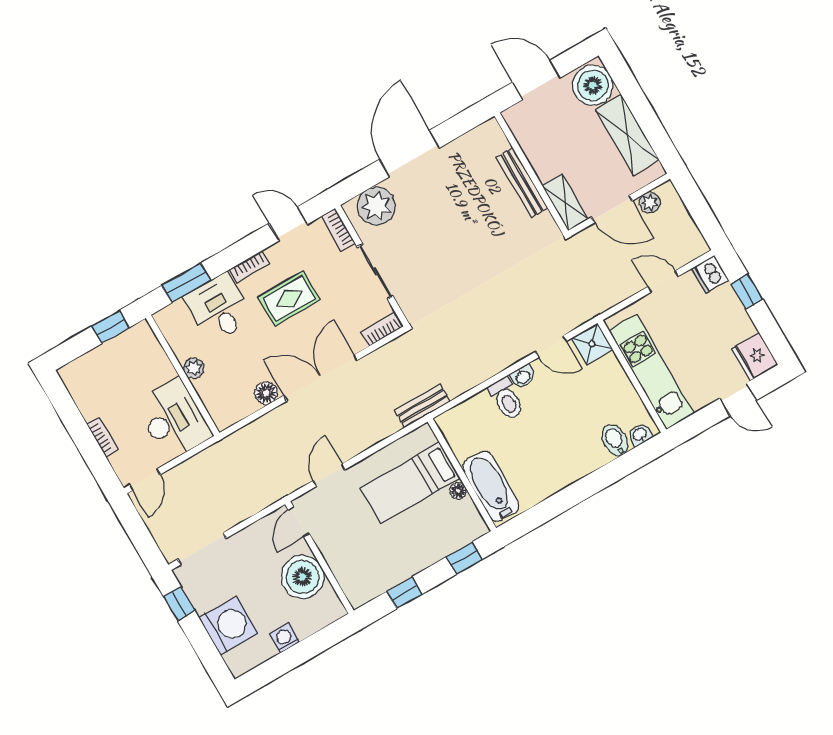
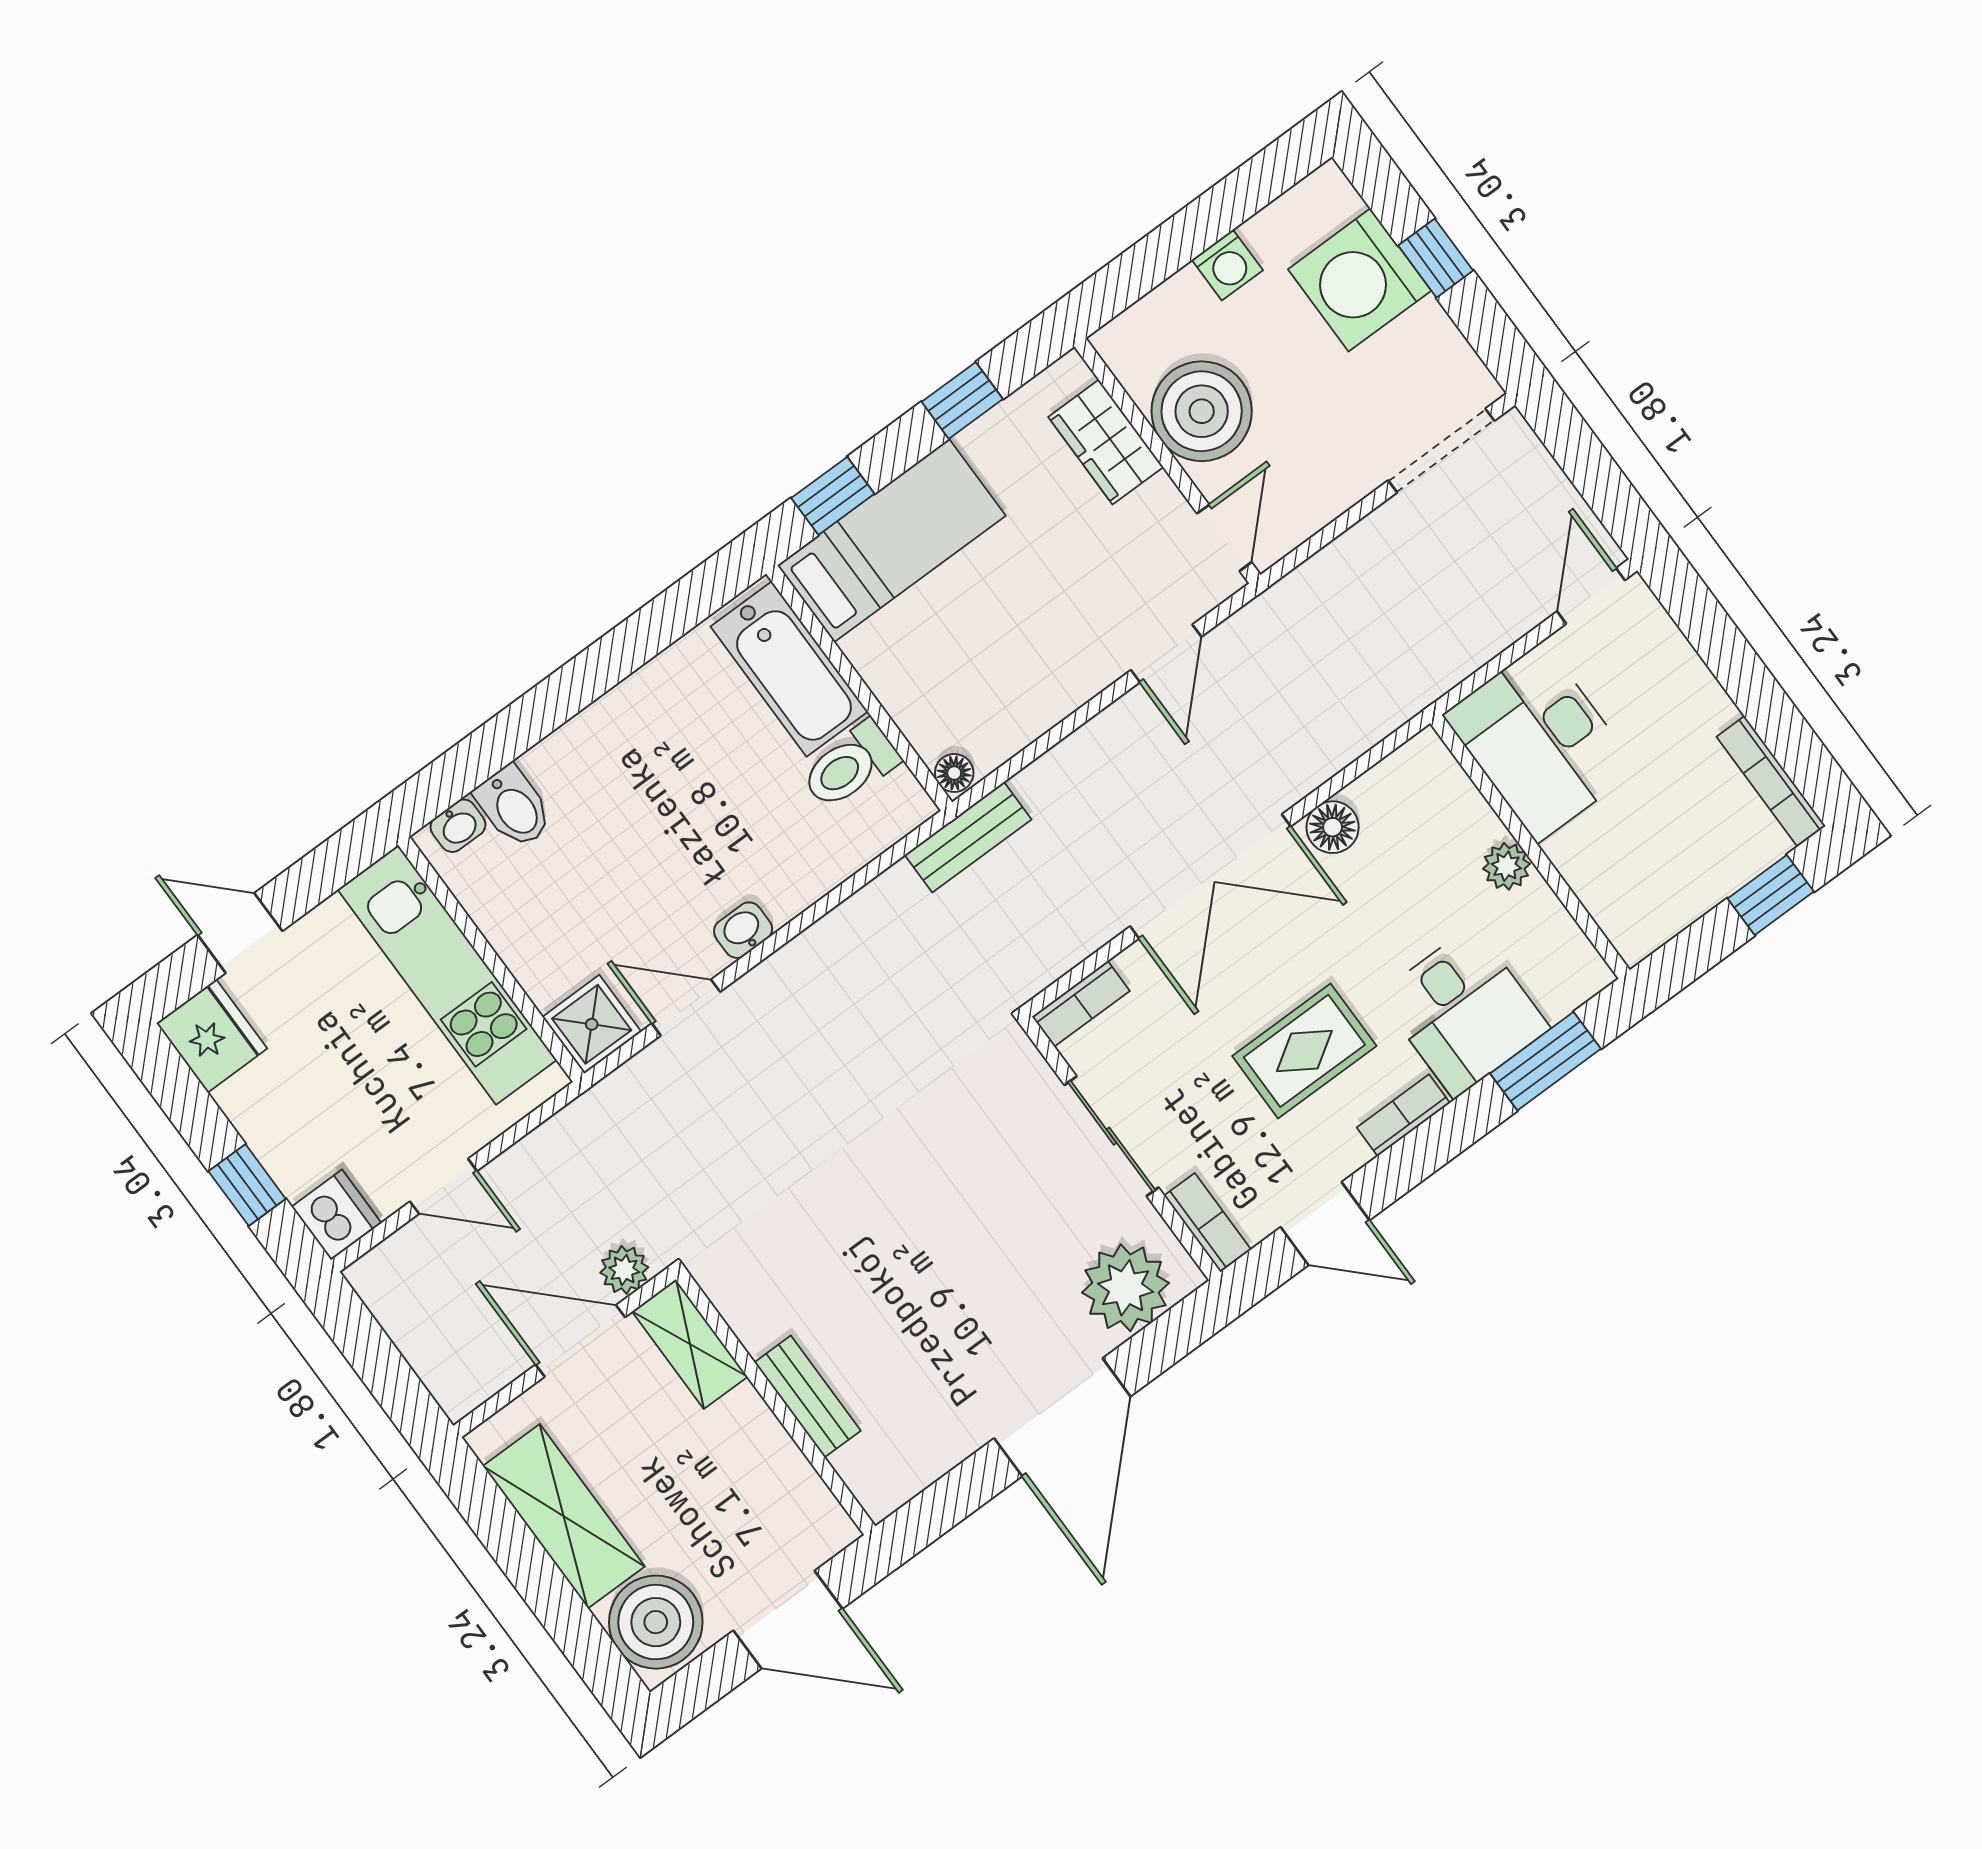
bench: (522, 183) -> (808, 1397), width x0.73
plant: (650, 202) -> (624, 1270), moved
window: (110, 327) -> (1771, 895), moved
toilet: (506, 399) -> (850, 765), moved, turned -90
bookcase: (103, 437) -> (1771, 781), moved, width x1.56
bed: (410, 483) -> (892, 541), moved
floor lamp: (458, 491) -> (954, 773), moved
wardrobe: (345, 568) -> (1106, 442), added
window: (179, 604) -> (1436, 258), moved

